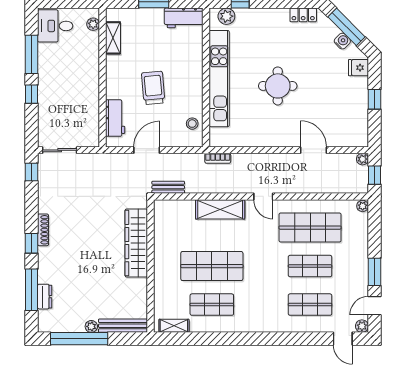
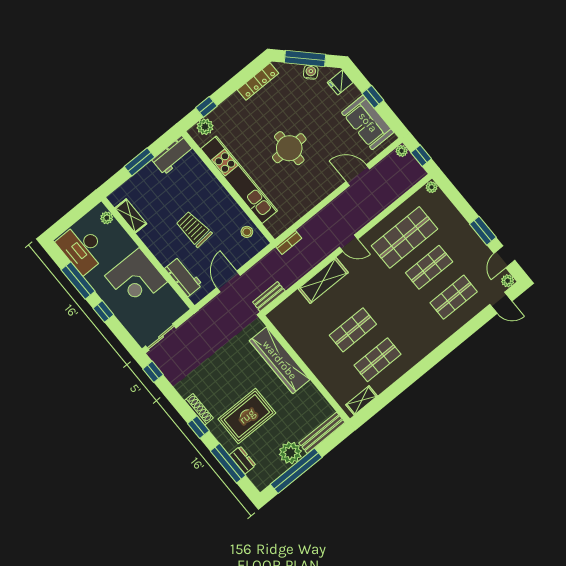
locker: (303, 15) -> (258, 81), width x1.53
desk: (55, 26) -> (82, 248), width x1.37
corner desk: (77, 90) -> (136, 279), added
sofa: (354, 116) -> (368, 122), added
rug: (76, 265) -> (247, 416), added
shop shelf: (212, 266) -> (353, 330), width x0.70, depth x0.74
plant: (91, 326) -> (290, 453), width x1.87, depth x1.87

